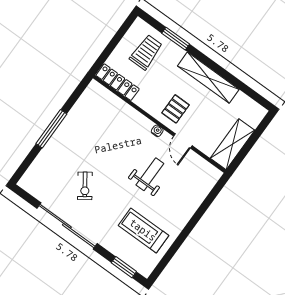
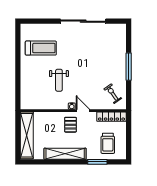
door: (183, 141) -> (83, 111), moved
shelving: (233, 144) -> (27, 135), width x1.47
exercise bike: (85, 186) -> (113, 94), moved
window: (124, 267) -> (37, 21), removed

